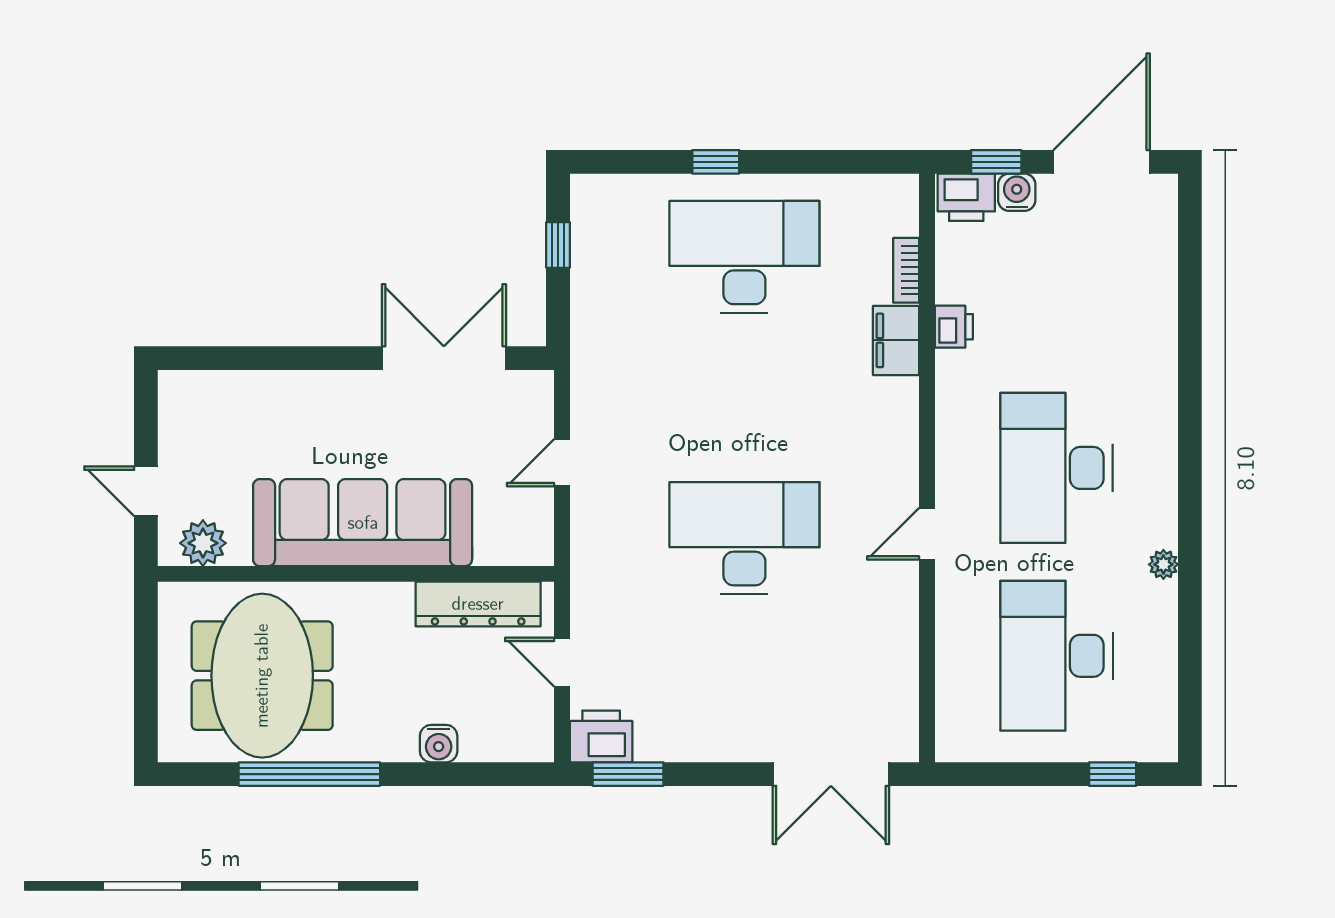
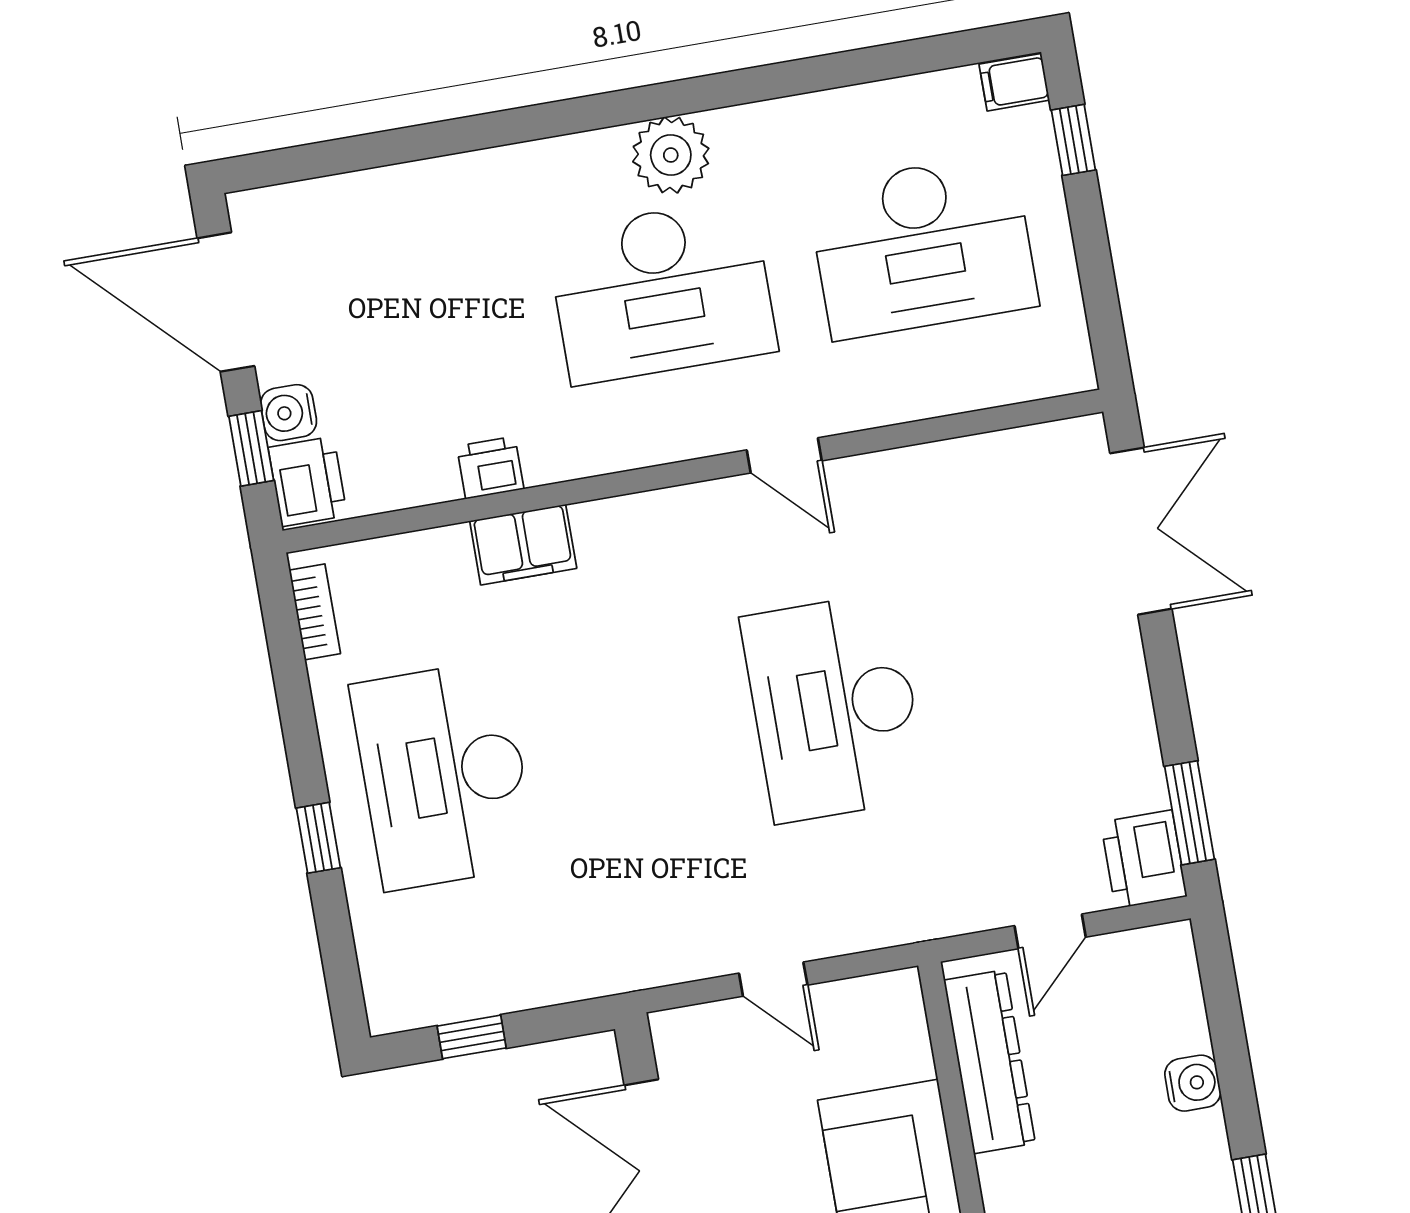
bookcase: (906, 270) -> (315, 612), moved, turned -90
plant: (1163, 564) -> (671, 155), moved, width x1.88, depth x1.88
filing cabinet: (1160, 740) -> (1014, 82), added

